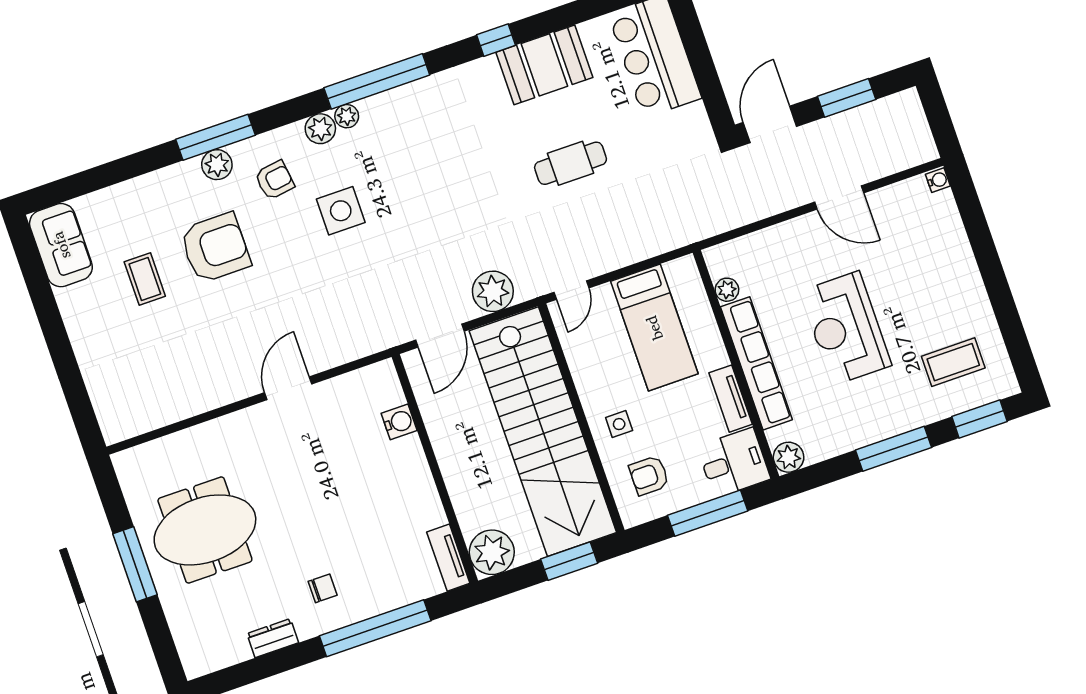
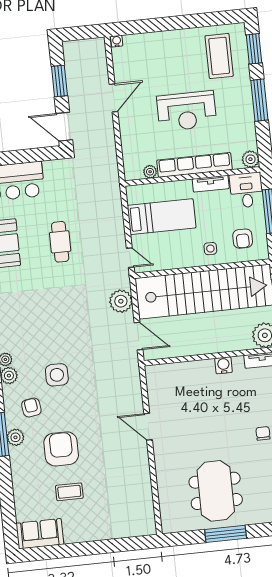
coffee table: (953, 362) -> (219, 56), width x1.36, depth x1.32
water cooler: (399, 422) -> (224, 365), moved

